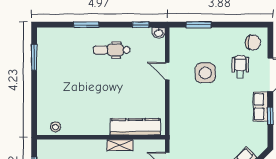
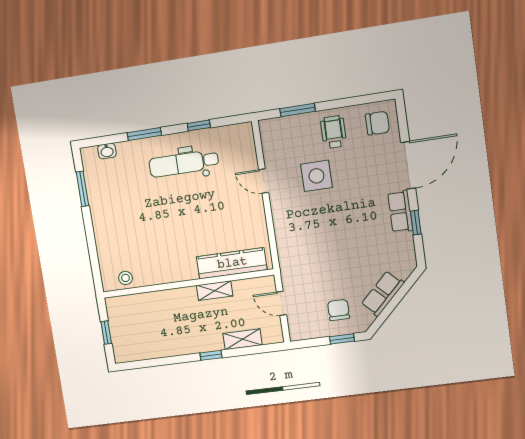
window: (140, 25) -> (199, 125), moved
washbasin: (159, 33) -> (107, 151), moved
dental chair: (112, 50) -> (184, 163), width x1.36, depth x1.38
wheelchair: (240, 67) -> (334, 132), moved

